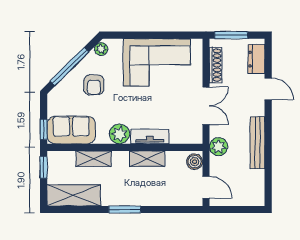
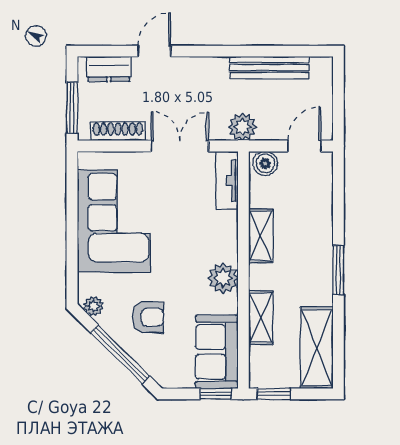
tv unit: (150, 137) -> (227, 180), moved
bench: (257, 143) -> (269, 67), moved

